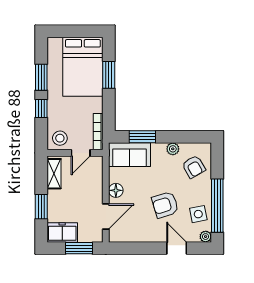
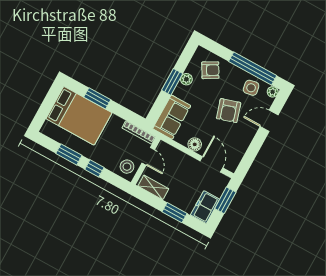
window: (142, 137) -> (172, 82), moved

